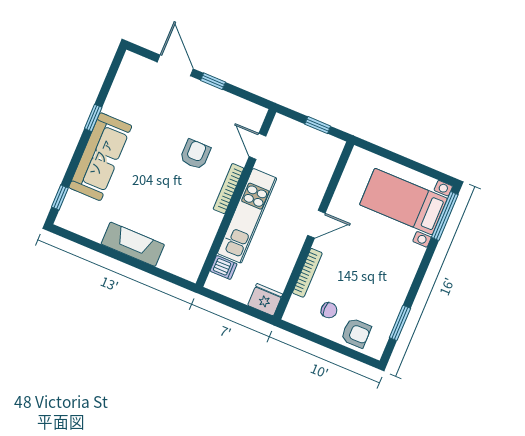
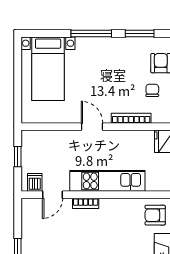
armchair: (195, 154) -> (155, 215), moved
bookcase: (228, 189) -> (86, 203), width x0.64
window: (445, 216) -> (91, 34), moved
dishwasher: (224, 267) -> (35, 182), moved

